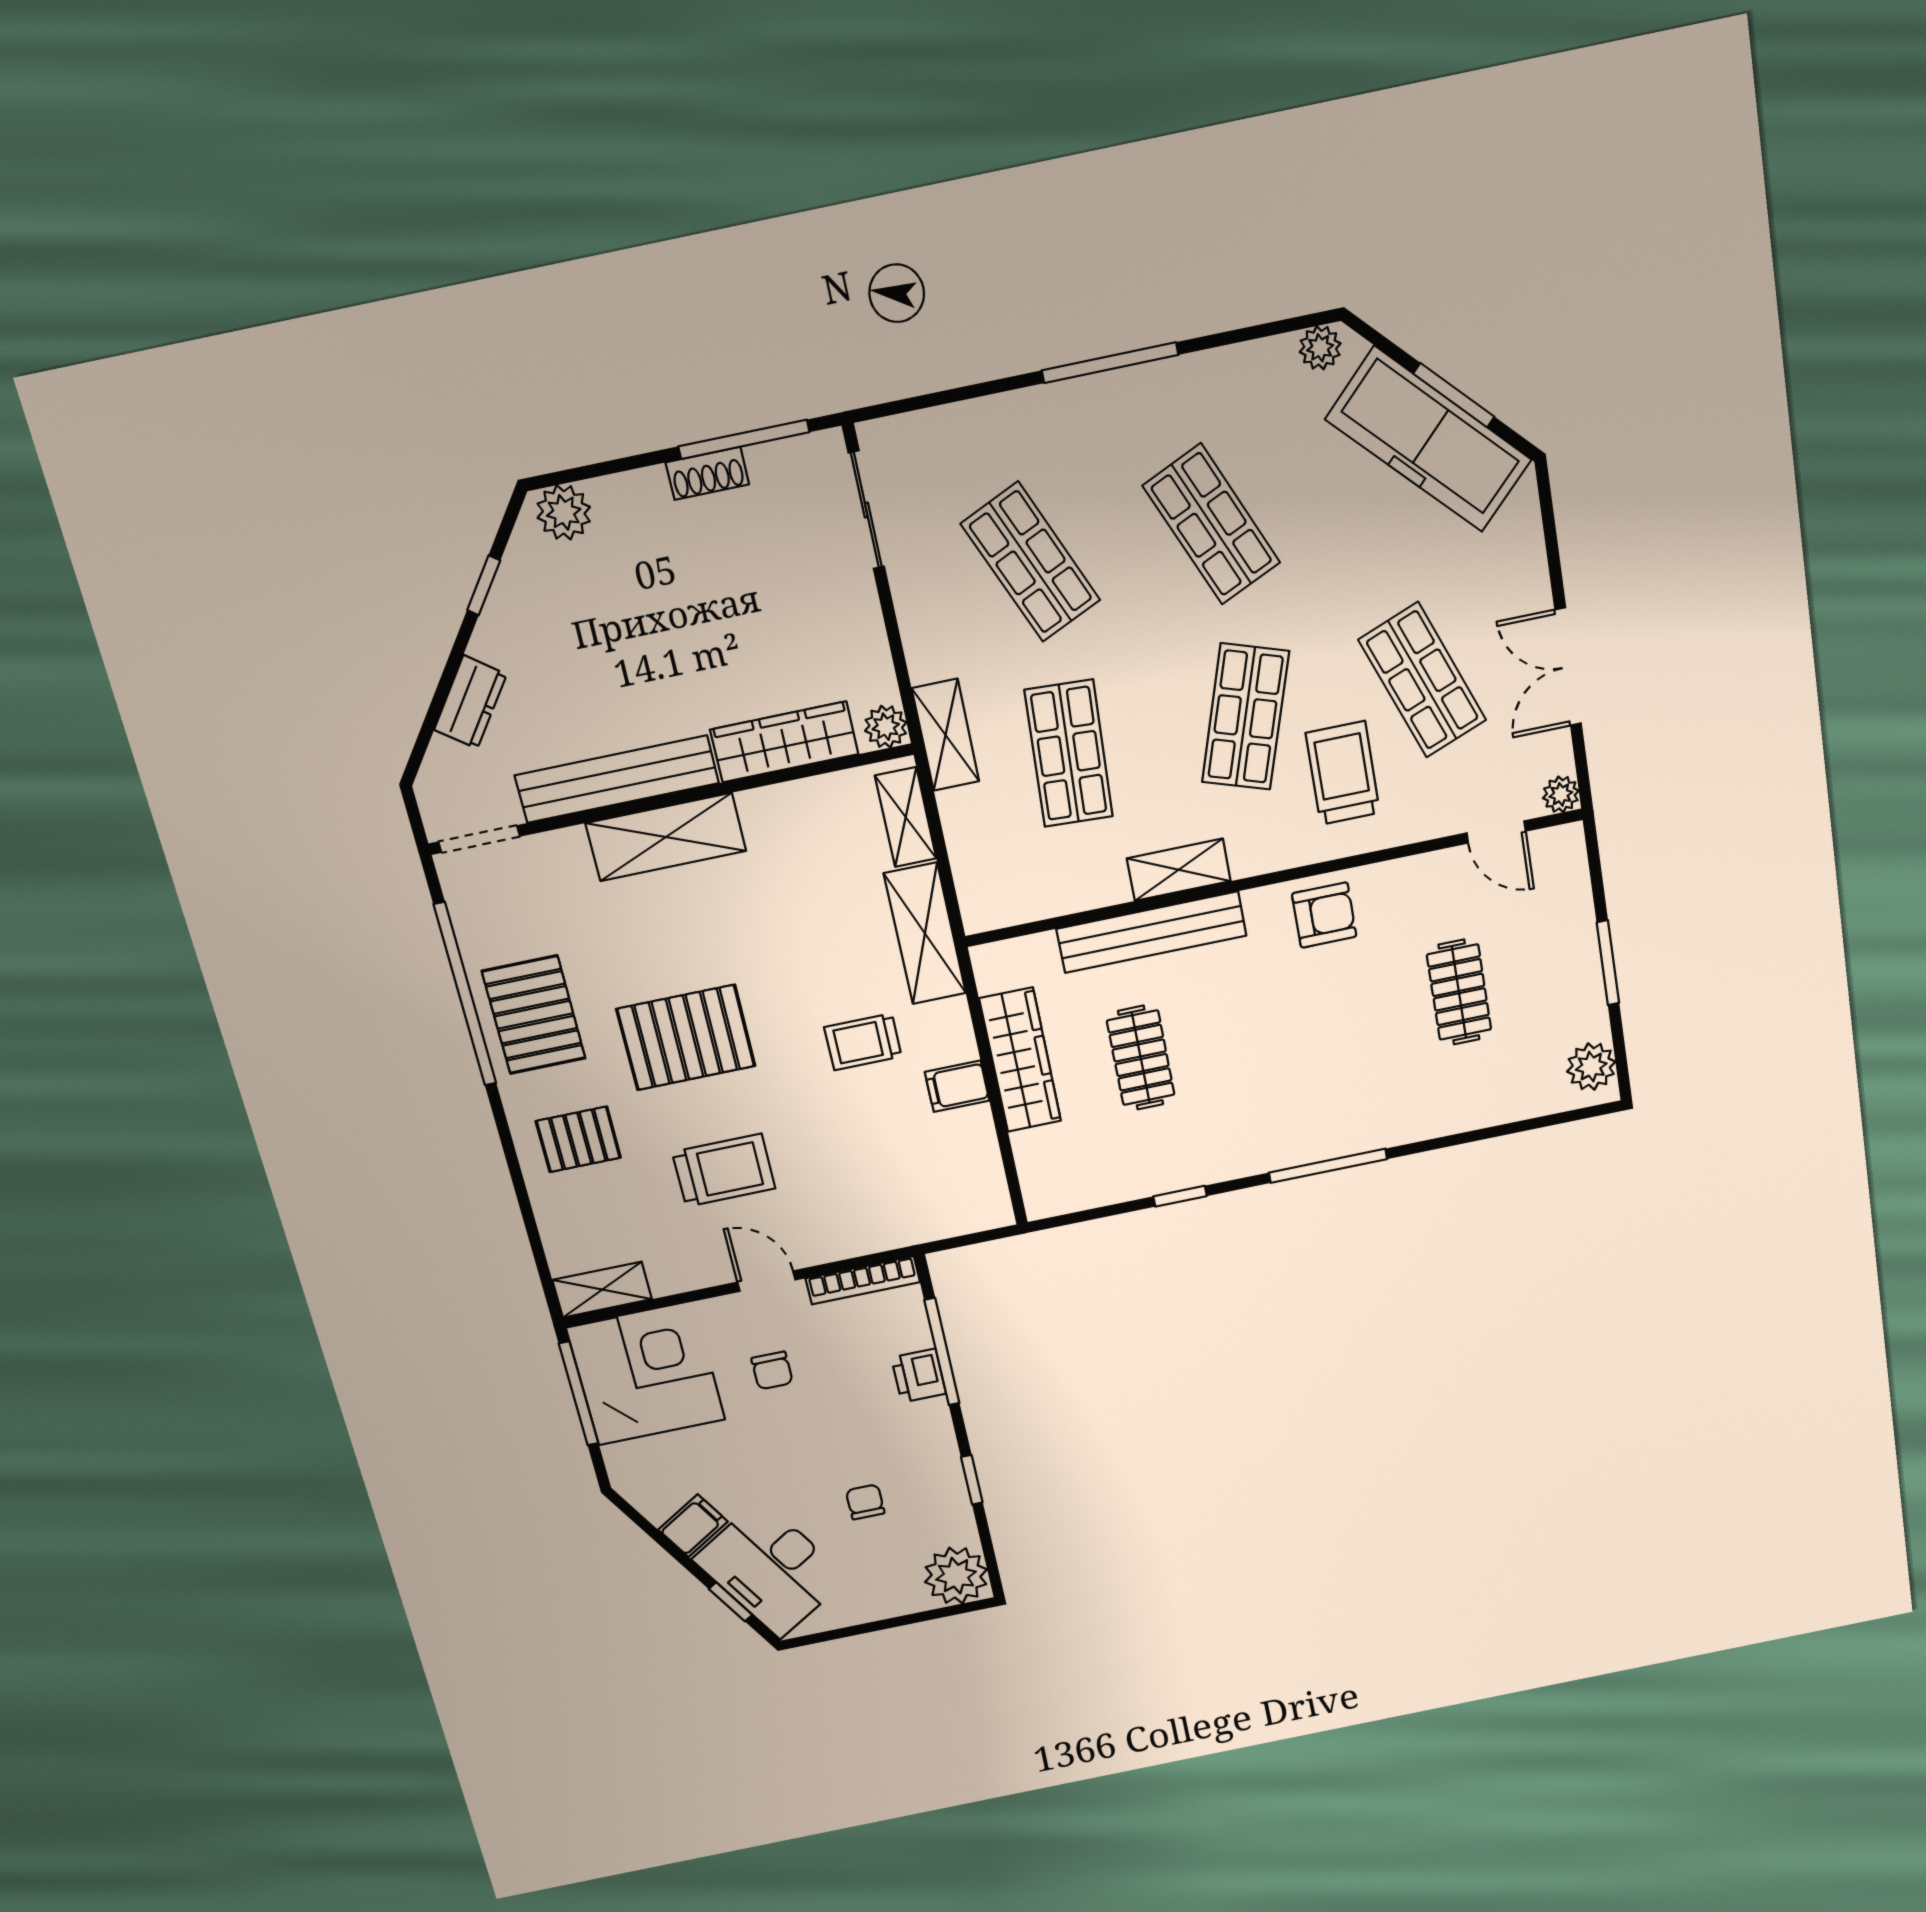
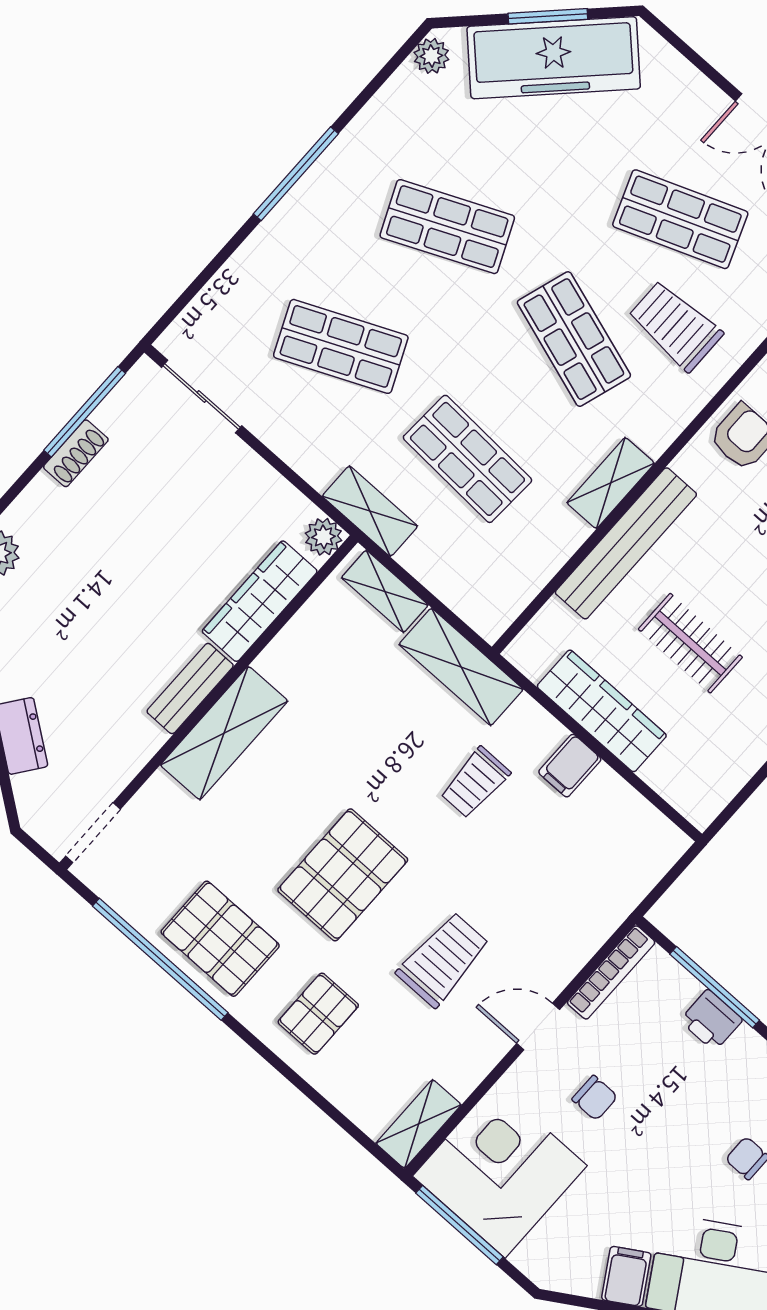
bench: (617, 779) -> (190, 689), width x0.54, depth x0.82

